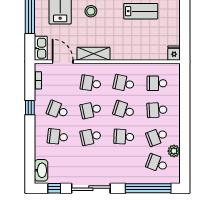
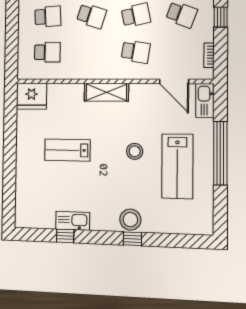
fridge: (174, 53) -> (31, 96), width x1.88, depth x1.34
shelving: (93, 54) -> (106, 92), moved
school desk: (124, 83) -> (91, 52), removed

